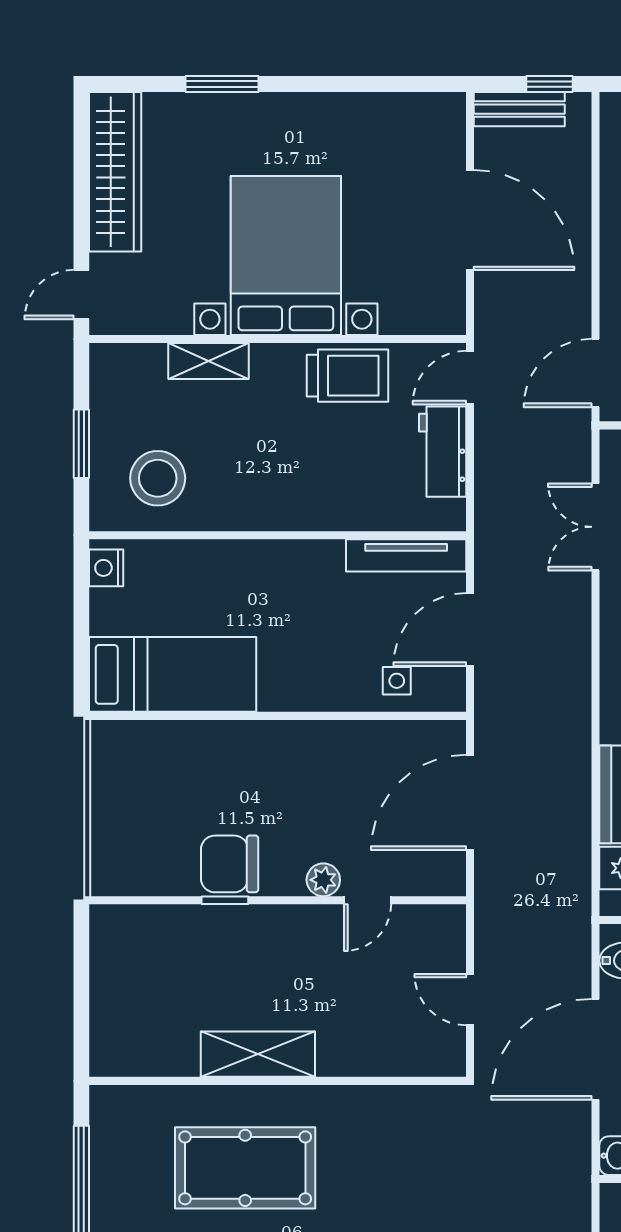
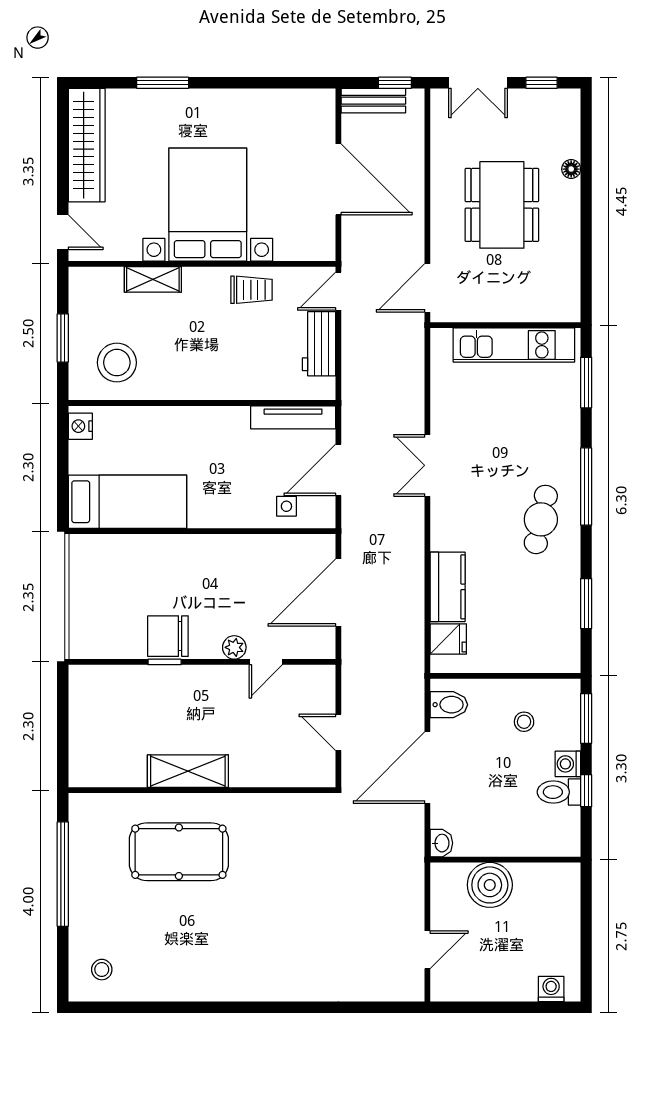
door: (81, 295) -> (63, 232), swing flipped
trolley: (348, 376) -> (252, 290), width x0.73, depth x0.72
double door: (596, 527) -> (427, 465), moved

